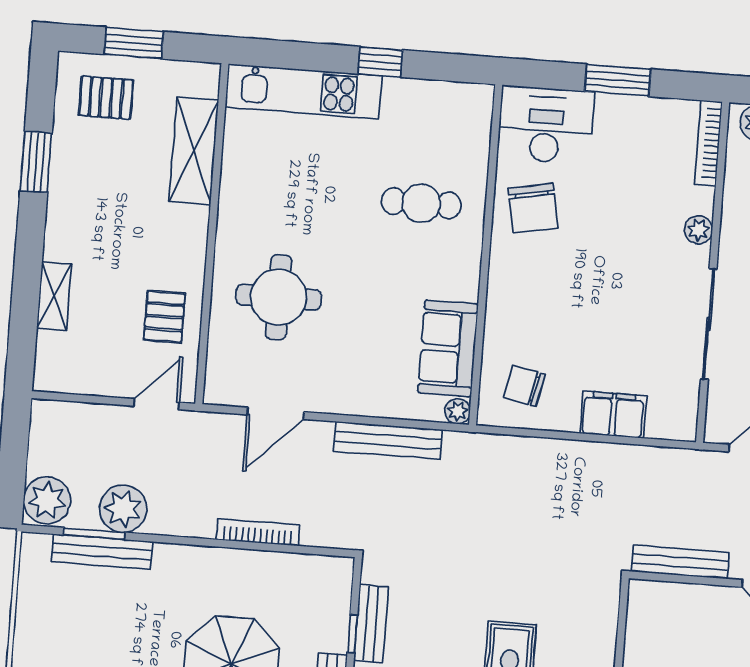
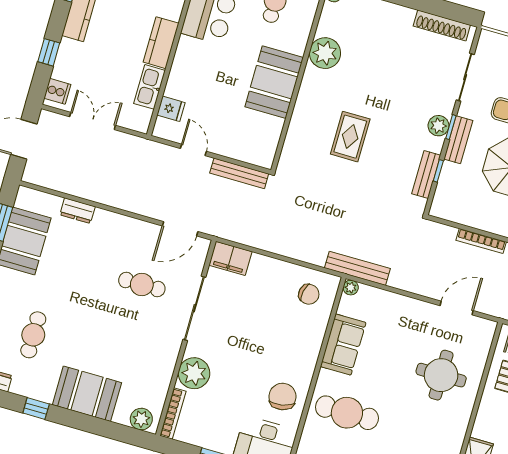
cafe table: (421, 203) -> (347, 413), width x1.37, depth x1.35
plant: (698, 230) -> (194, 373), width x1.87, depth x1.87
sofa: (448, 348) -> (343, 344), moved
filing cabinet: (613, 415) -> (230, 258), moved
bench: (388, 440) -> (357, 268), moved

